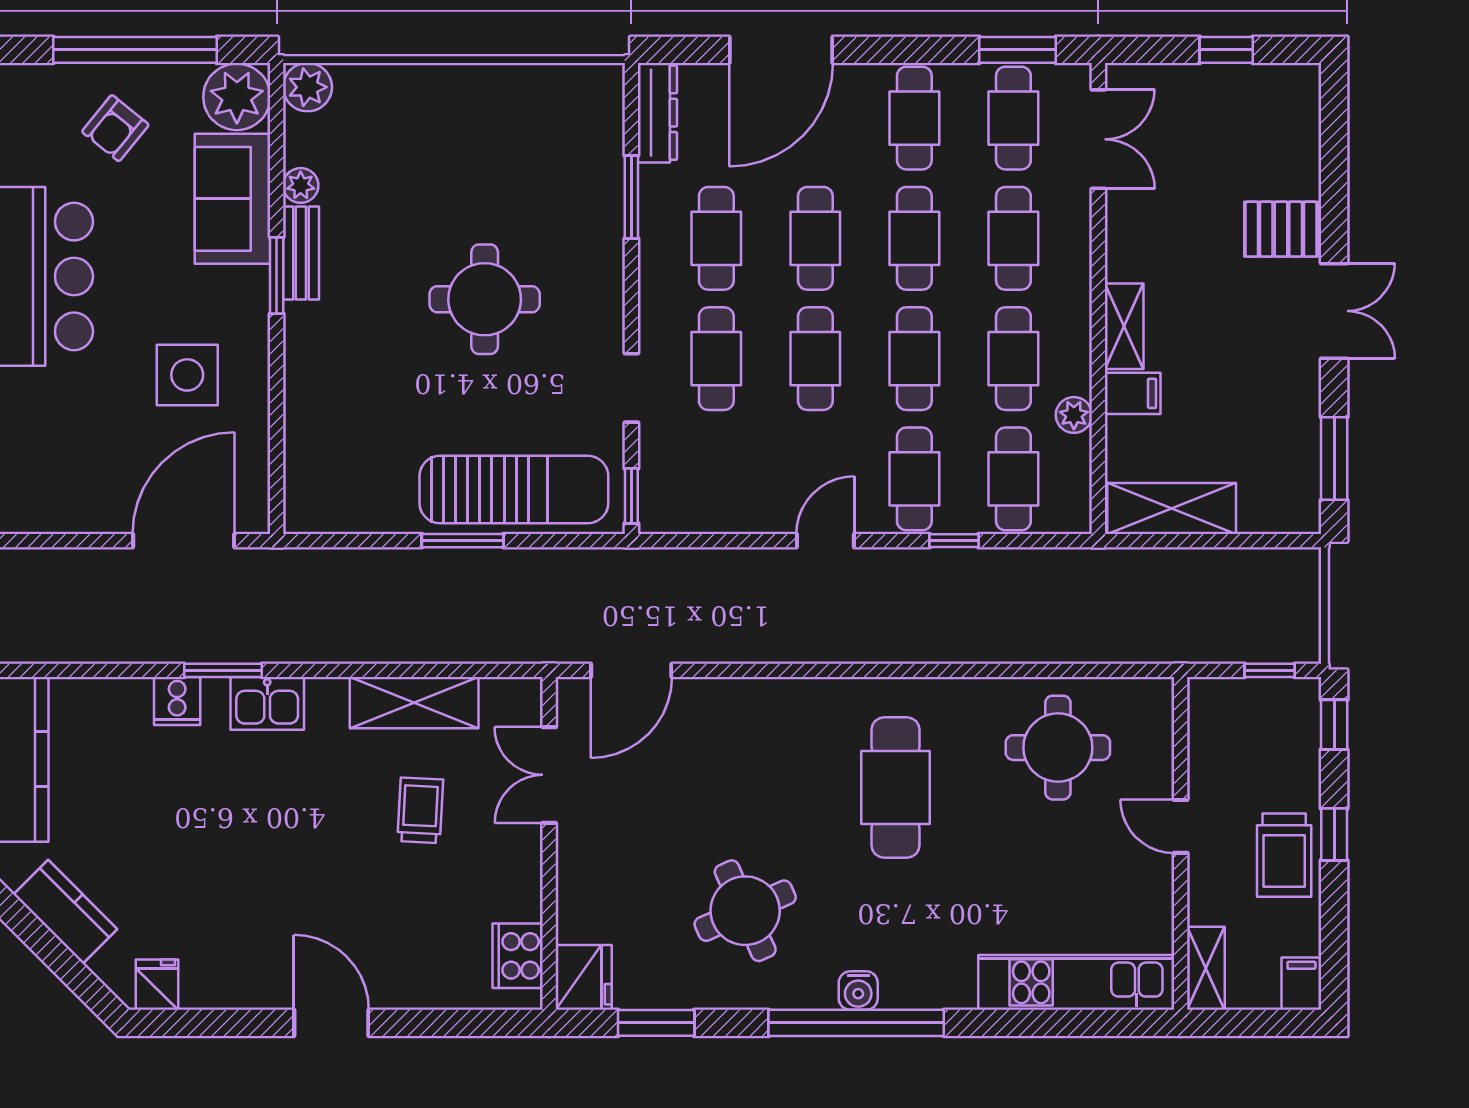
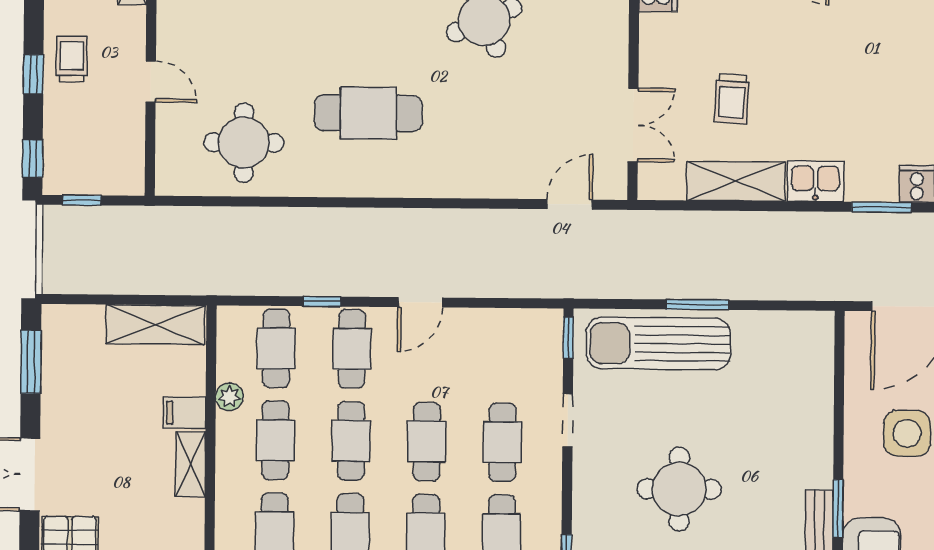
door: (631, 670) -> (569, 204), width x0.73
kitchen sink: (267, 703) -> (815, 181), moved
cafe table: (895, 788) -> (368, 113), turned 90
trolley: (1284, 855) -> (72, 59), width x0.73, depth x0.72

